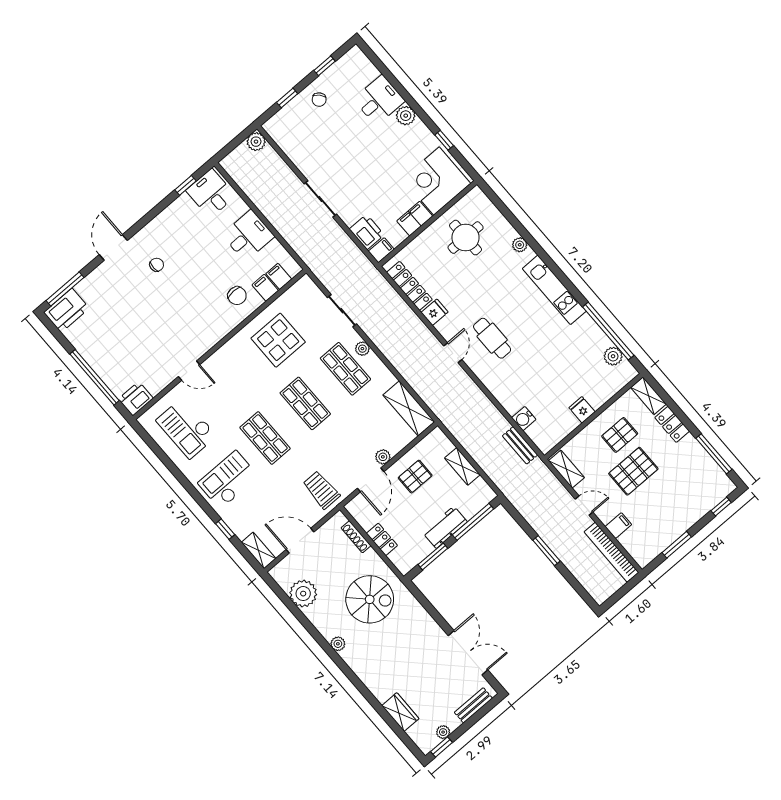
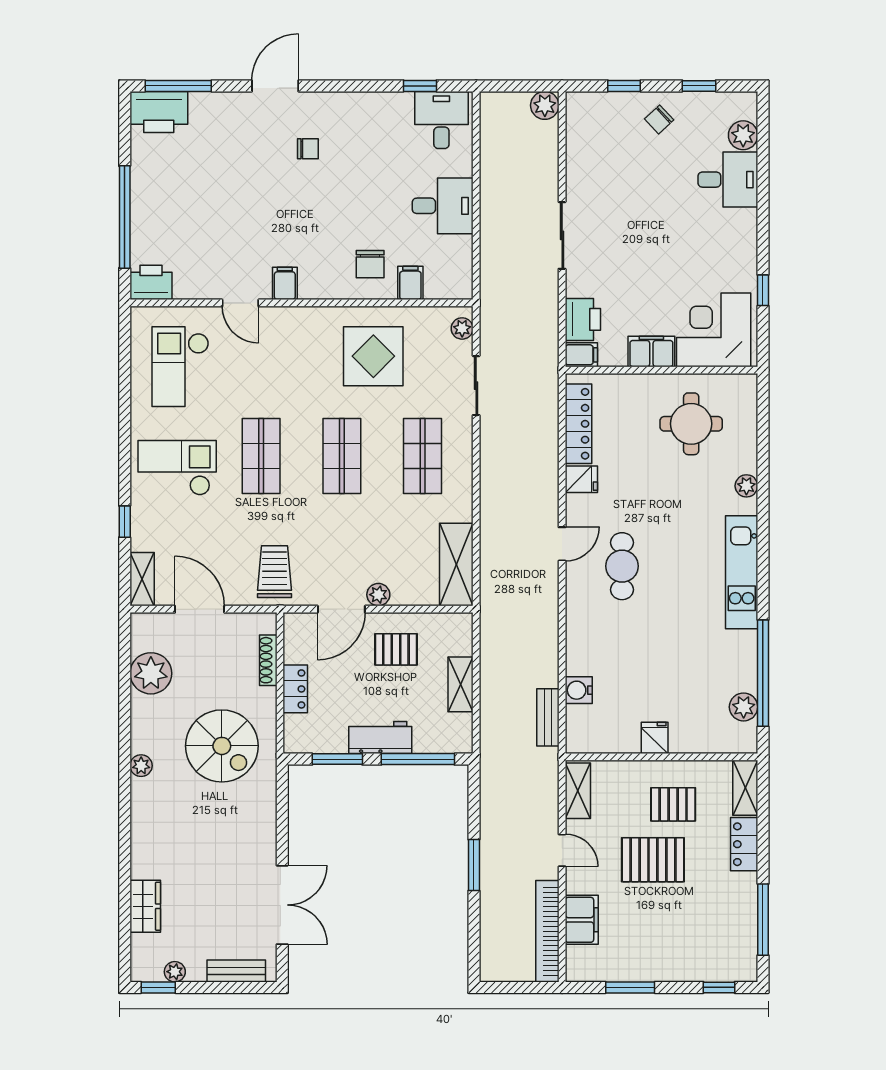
plant: (406, 116) -> (743, 135), moved
filing cabinet: (279, 276) -> (285, 283), moved
plant: (362, 349) -> (462, 328), moved
filing cabinet: (618, 526) -> (582, 920), width x2.00

